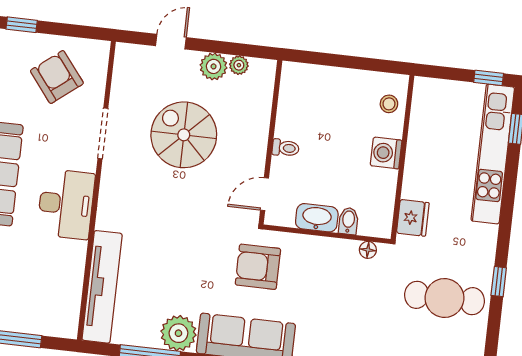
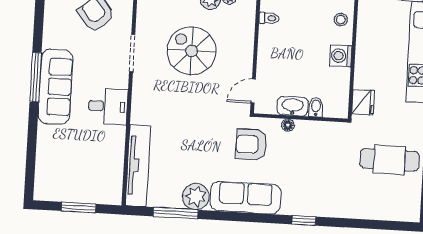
toilet: (286, 148) -> (269, 18), moved
desk: (66, 204) -> (108, 106), width x0.73
floor lamp: (368, 250) -> (288, 125), moved

